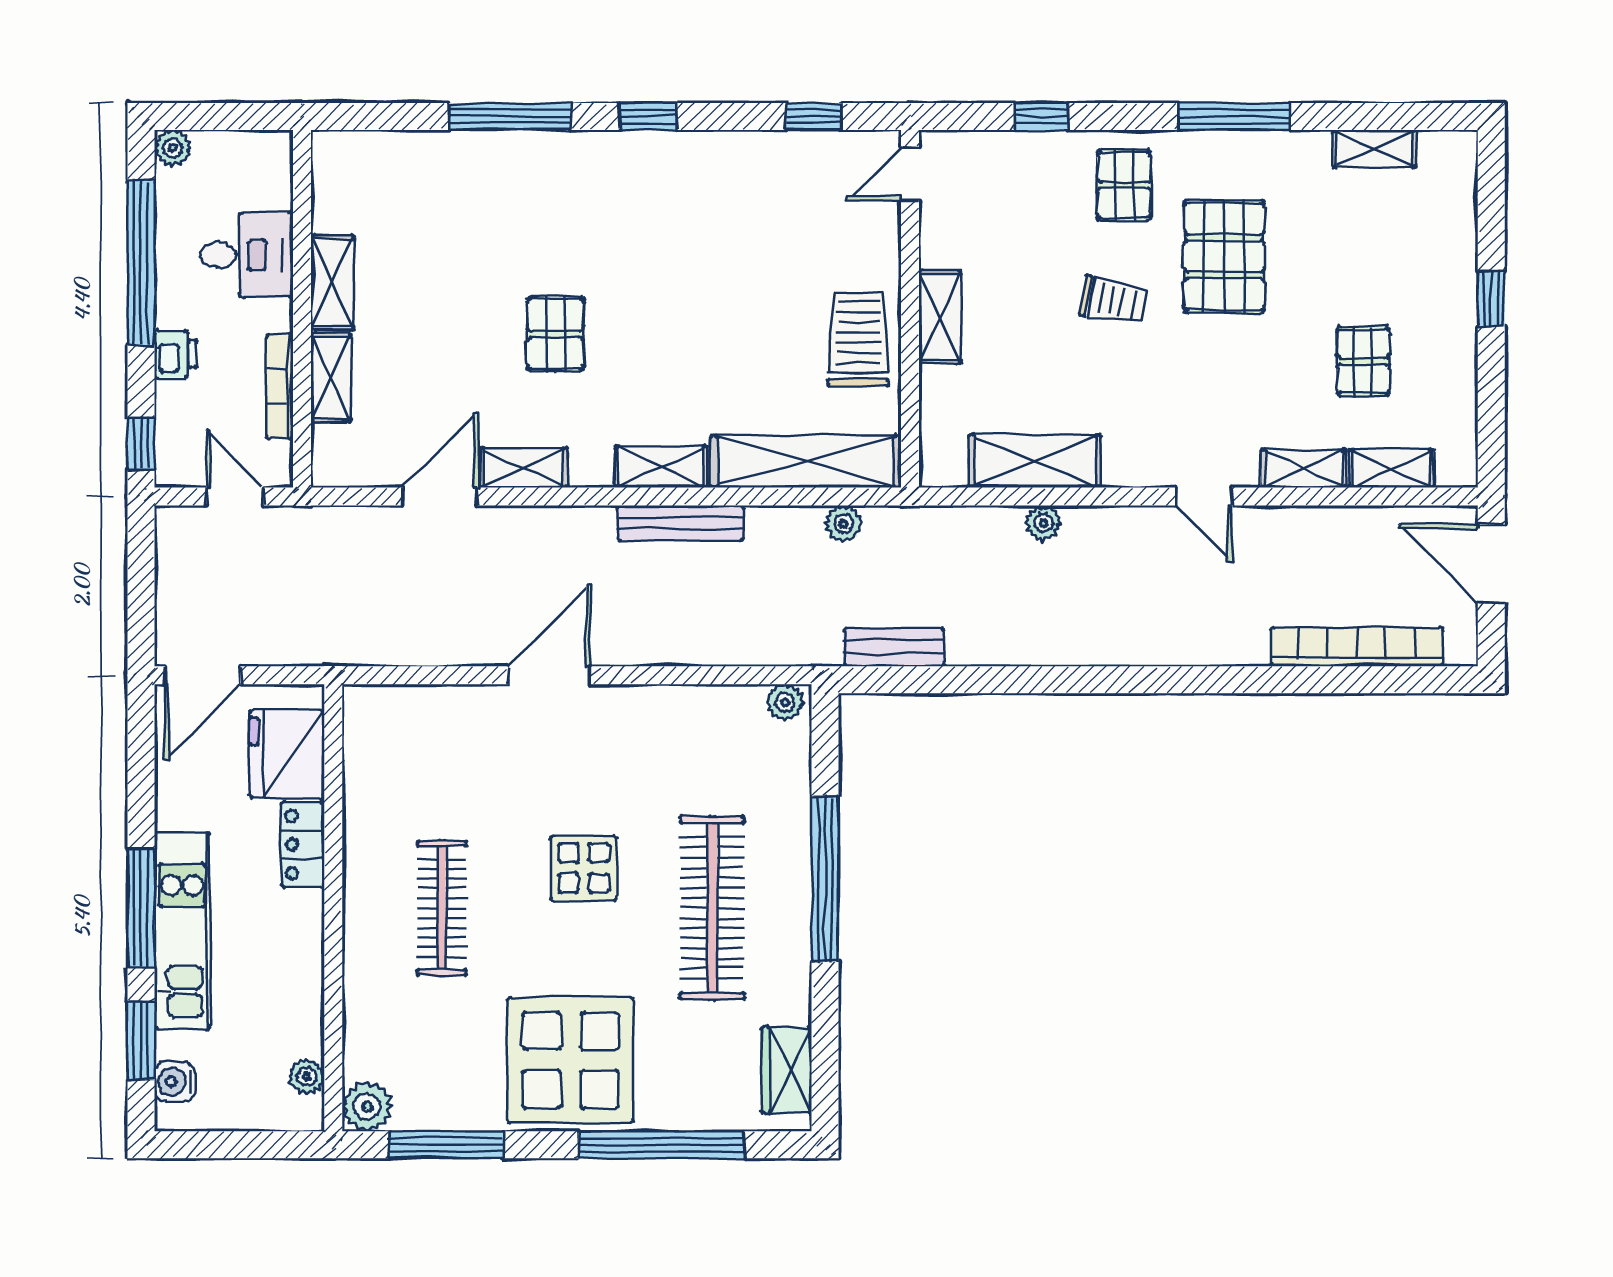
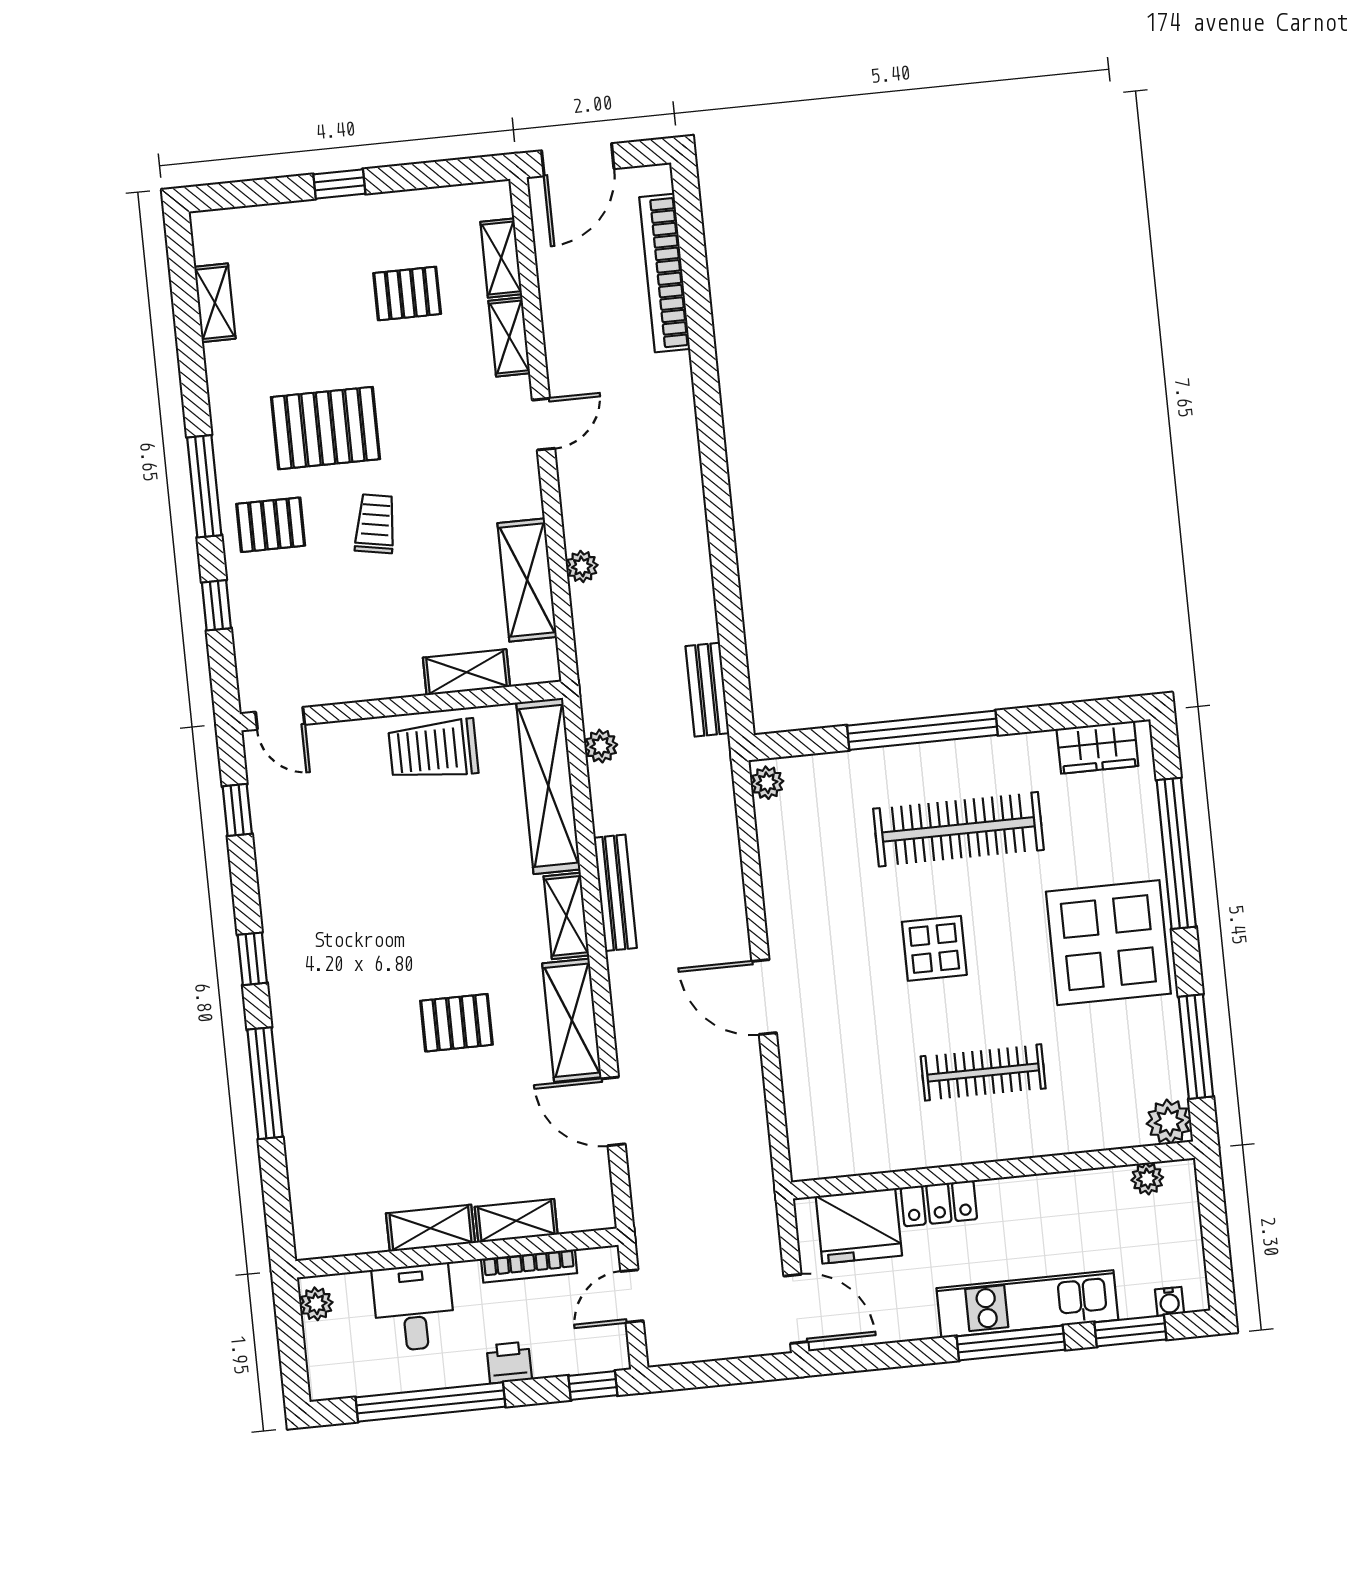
window: (1234, 116) -> (204, 486), moved
plant: (173, 148) -> (316, 1304), moved
shelving: (940, 317) -> (466, 672), moved
shelving: (523, 468) -> (572, 1020), width x1.50, depth x1.33
water cooler: (175, 1082) -> (1169, 1301), width x0.72, depth x0.72

